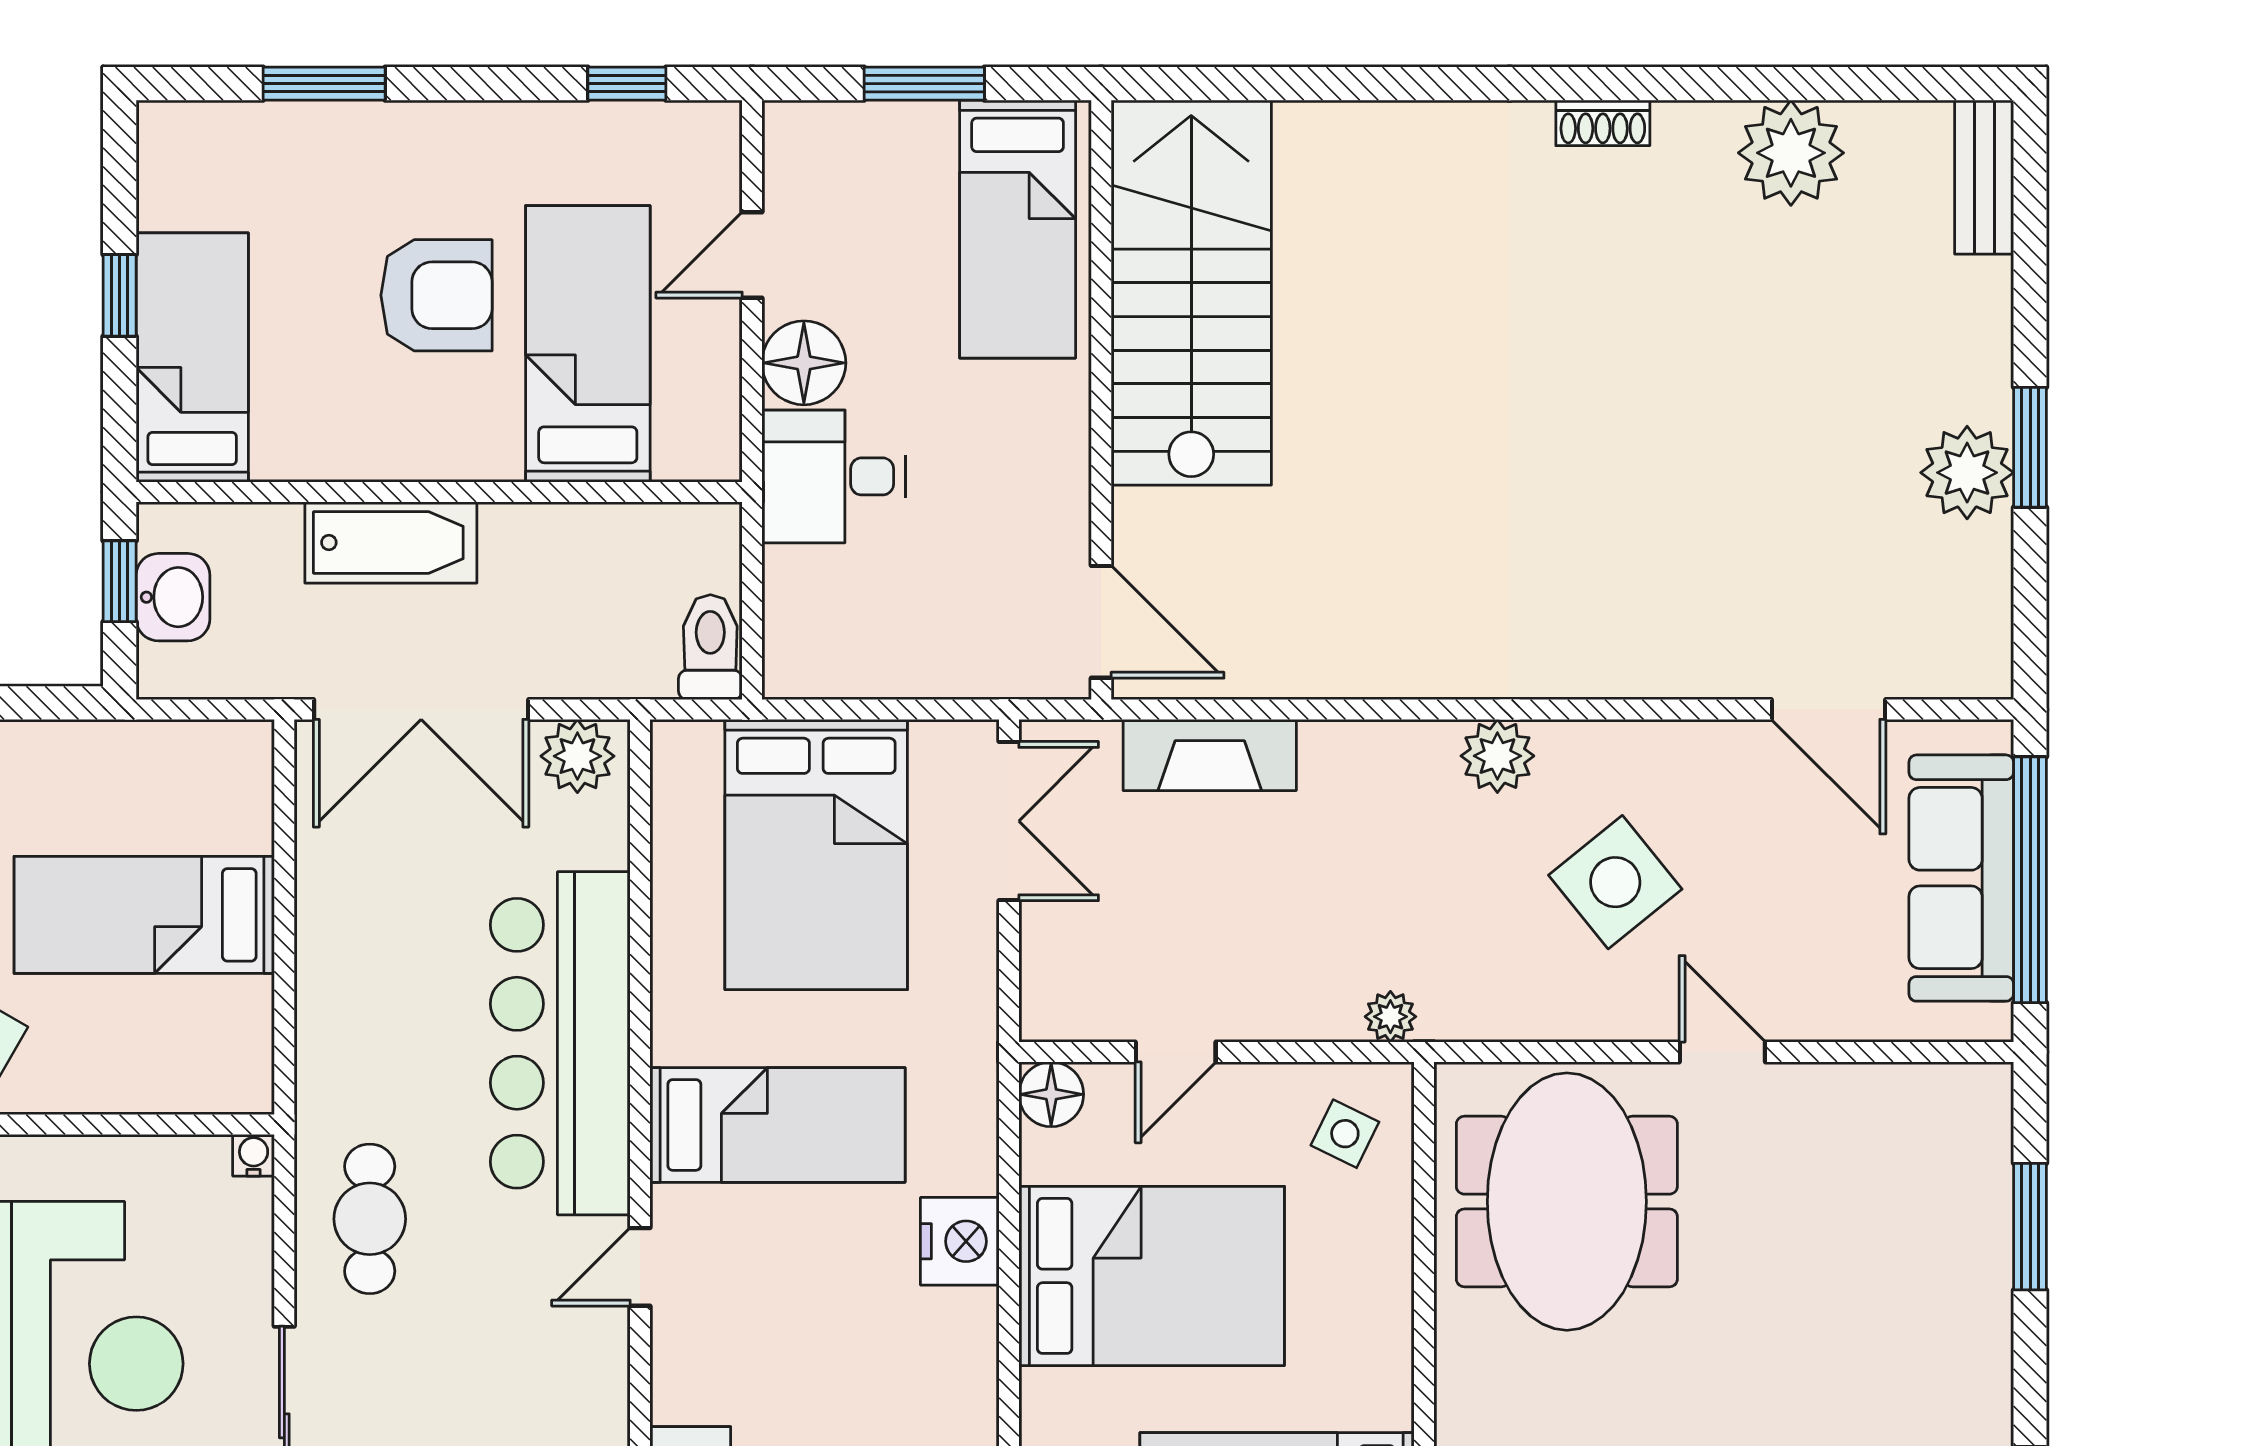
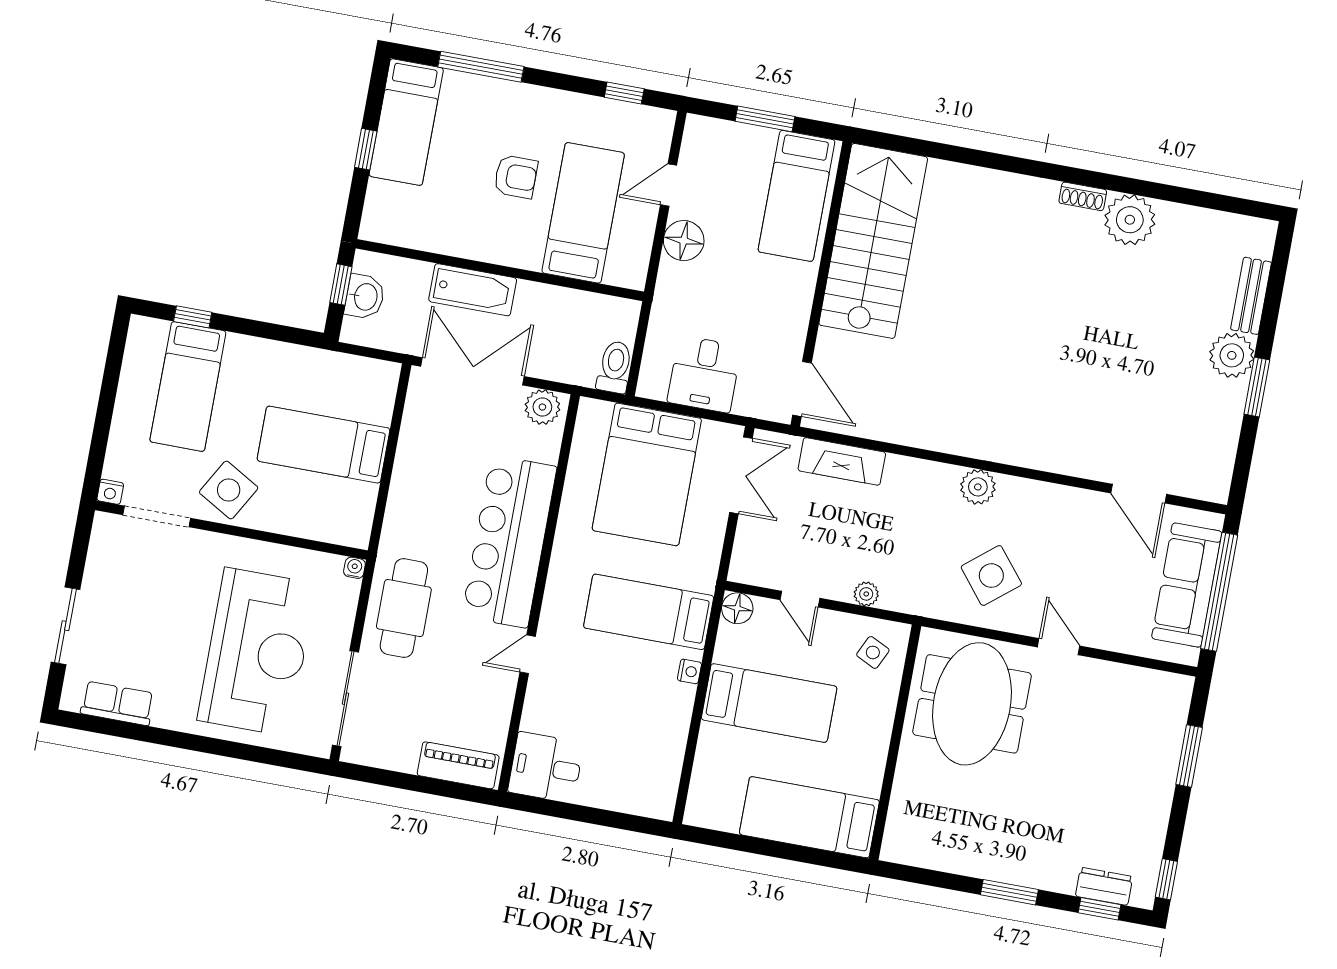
window: (324, 84) -> (481, 67), width x1.44
plant: (1791, 153) -> (1130, 220), moved
bench: (1984, 177) -> (1251, 296), moved
armchair: (436, 295) -> (516, 177), width x0.72, depth x0.72
bed: (192, 358) -> (406, 122), moved, turned 180
plant: (1967, 473) -> (1232, 355), moved
desk: (833, 476) -> (704, 374), moved, turned -90
double door: (421, 709) -> (472, 371), swing flipped
side table: (1615, 882) -> (991, 576), moved
plant: (1390, 1017) -> (866, 594), moved
door: (1176, 1052) -> (800, 599), hinge flipped
bed: (777, 1125) -> (649, 612), moved, turned 180
cafe table: (370, 1219) -> (404, 608), width x1.37, depth x1.35
nightstand: (960, 1241) -> (689, 671), width x0.53, depth x0.56
bed: (1152, 1276) -> (769, 703), width x0.67

